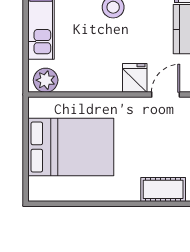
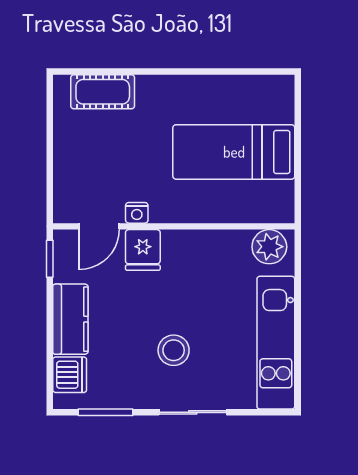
nightstand: (139, 104) -> (137, 213), added
bed: (71, 147) -> (234, 152), width x0.67

